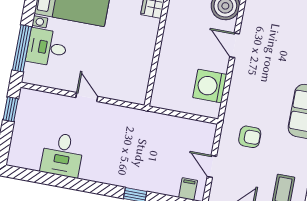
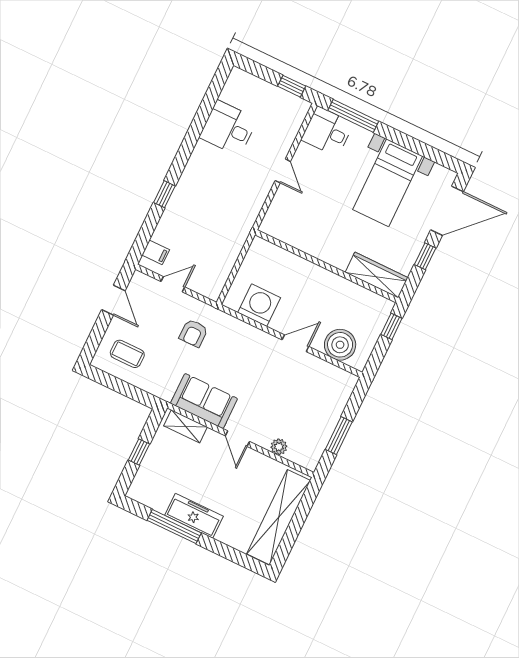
desk: (47, 47) -> (327, 131), moved, turned -90
door: (87, 97) -> (283, 171), hinge flipped

